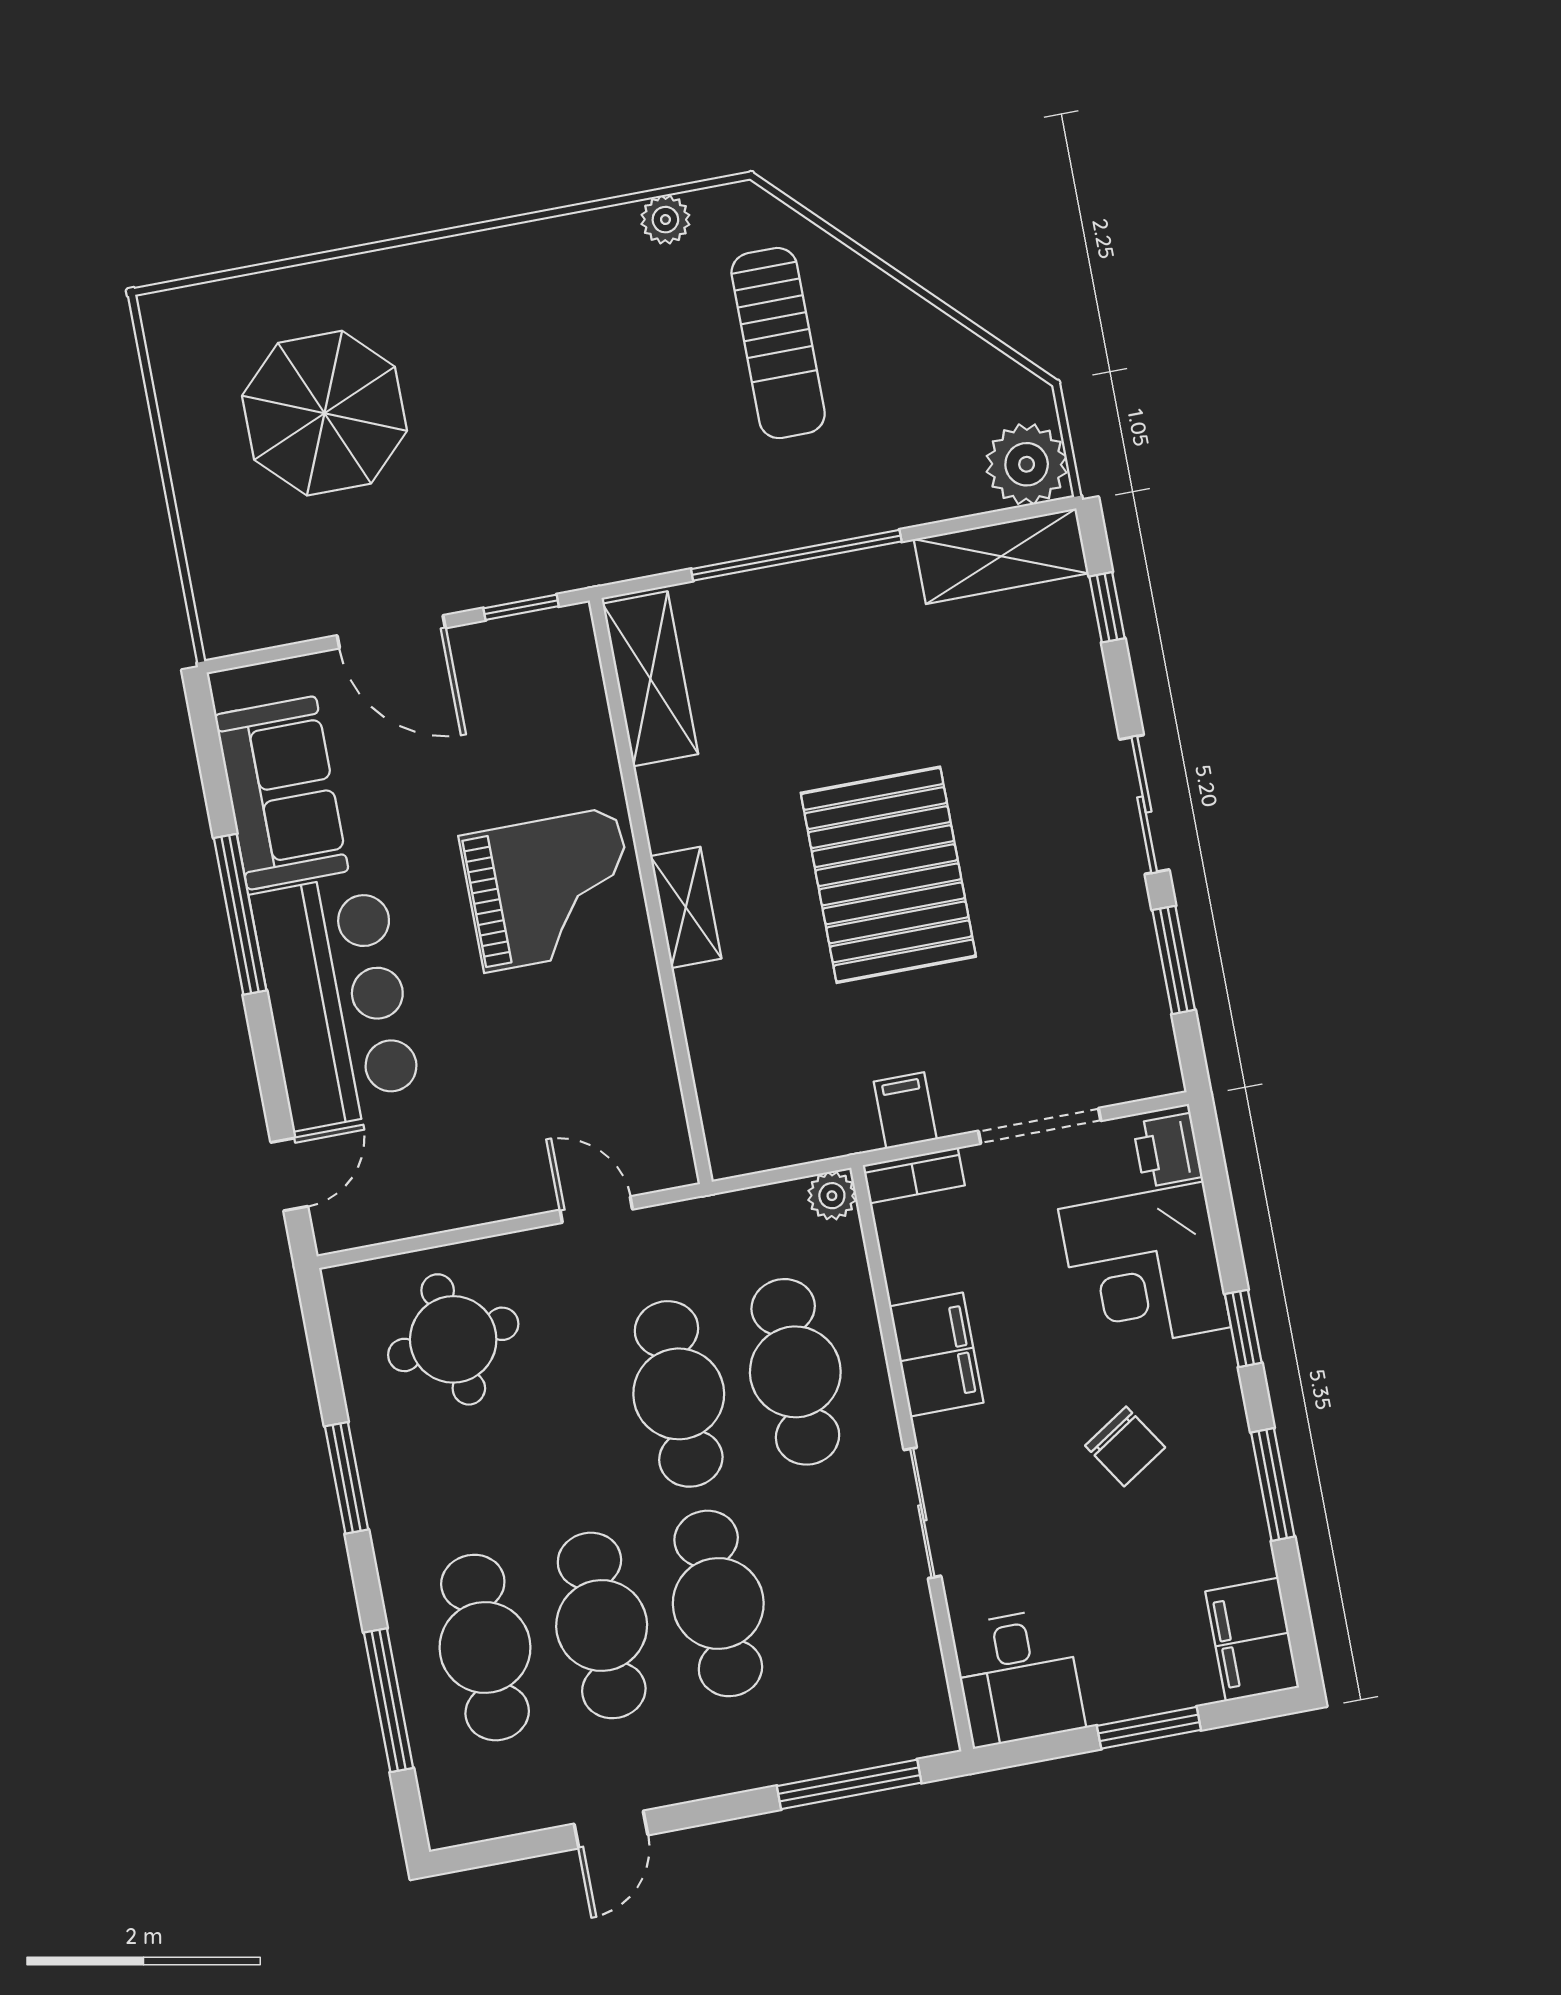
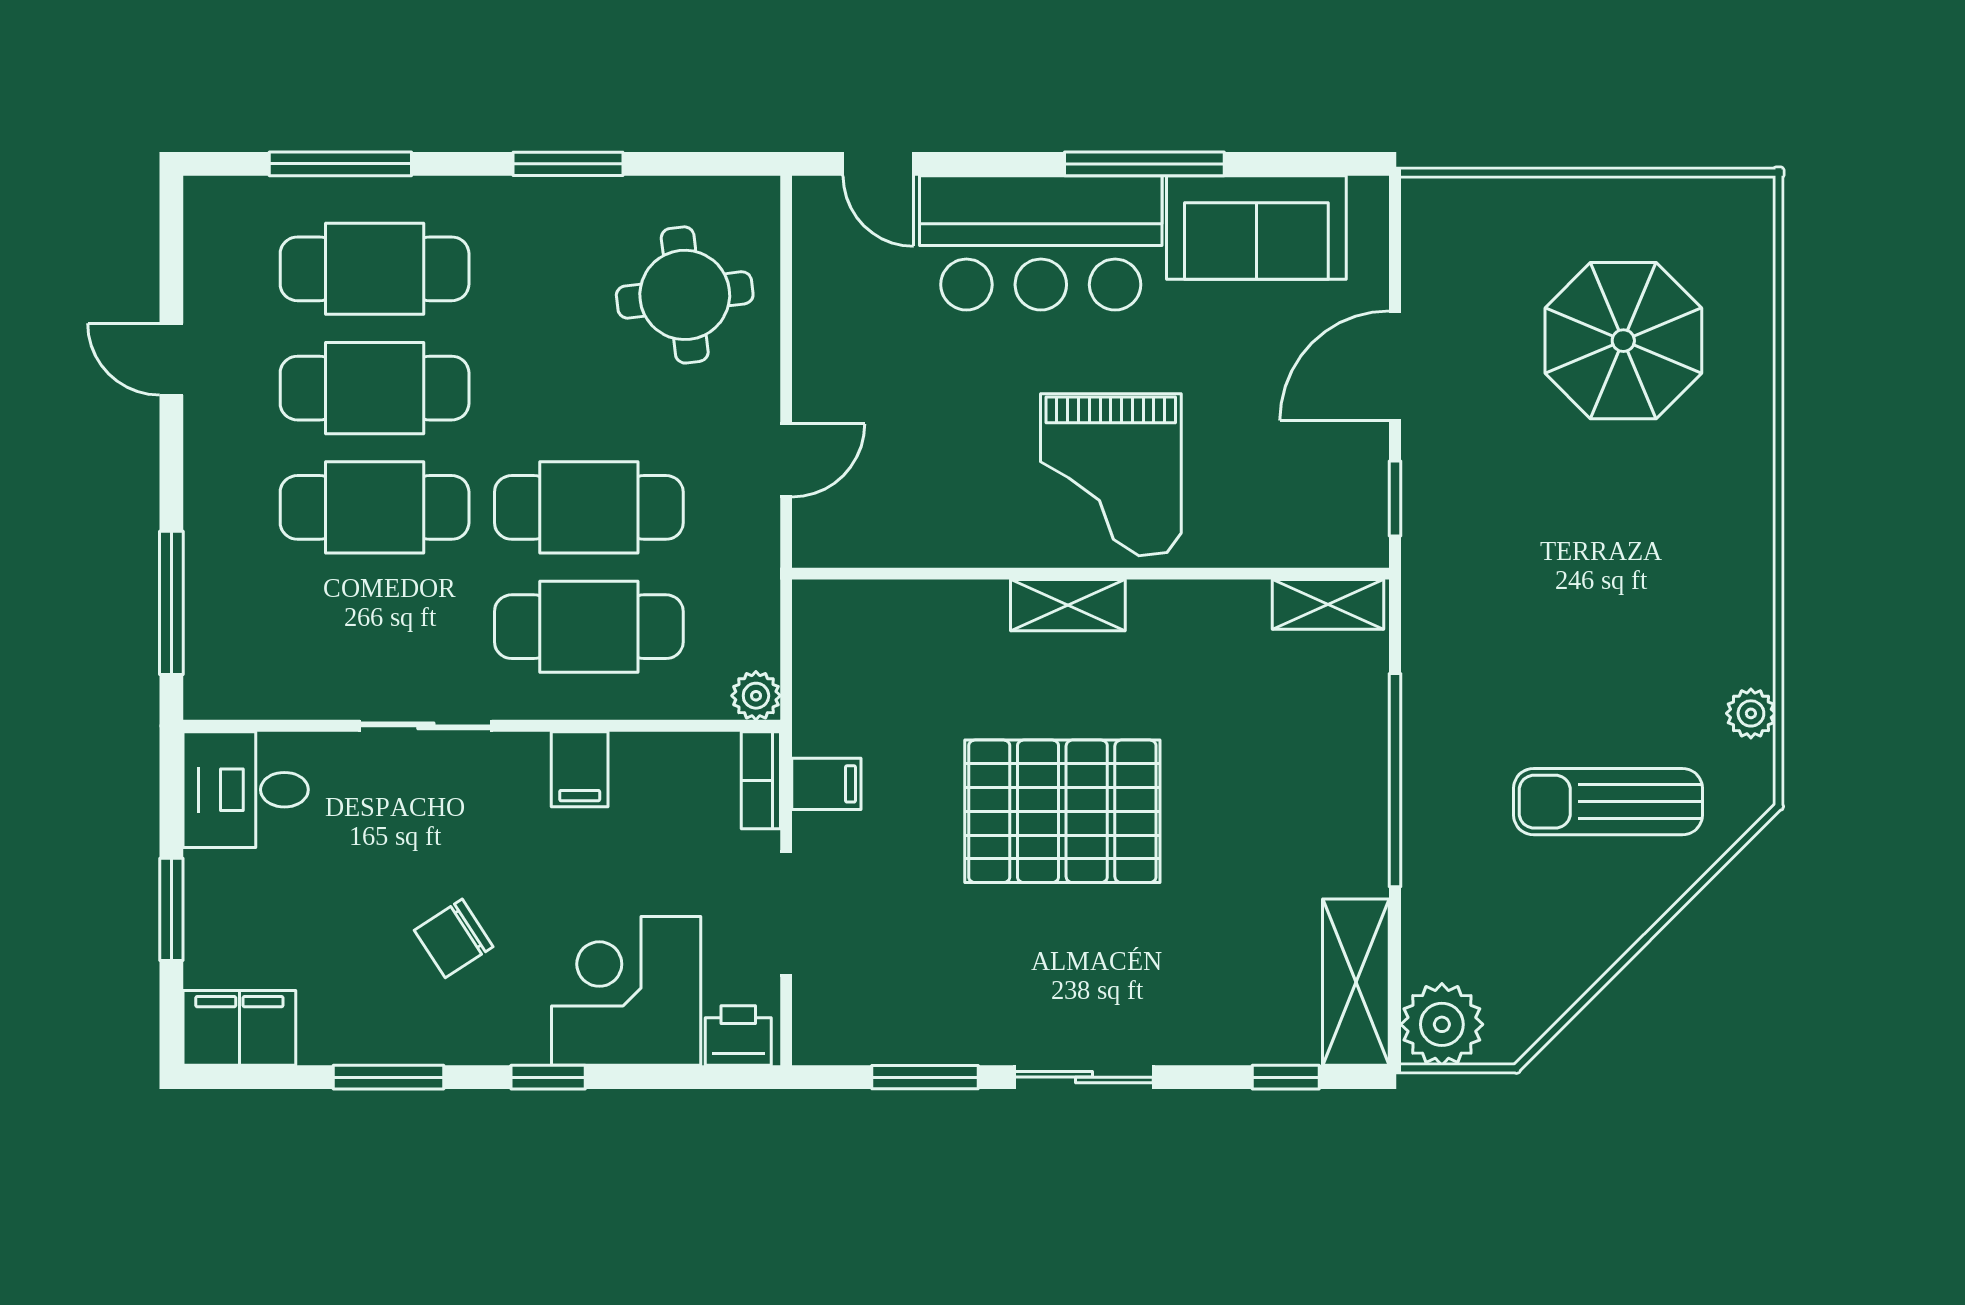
shelving: (650, 679) -> (1328, 604), width x0.67, depth x0.75
filing cabinet: (936, 1354) -> (580, 769), width x0.50

